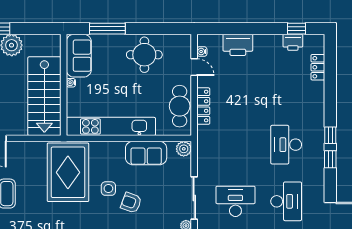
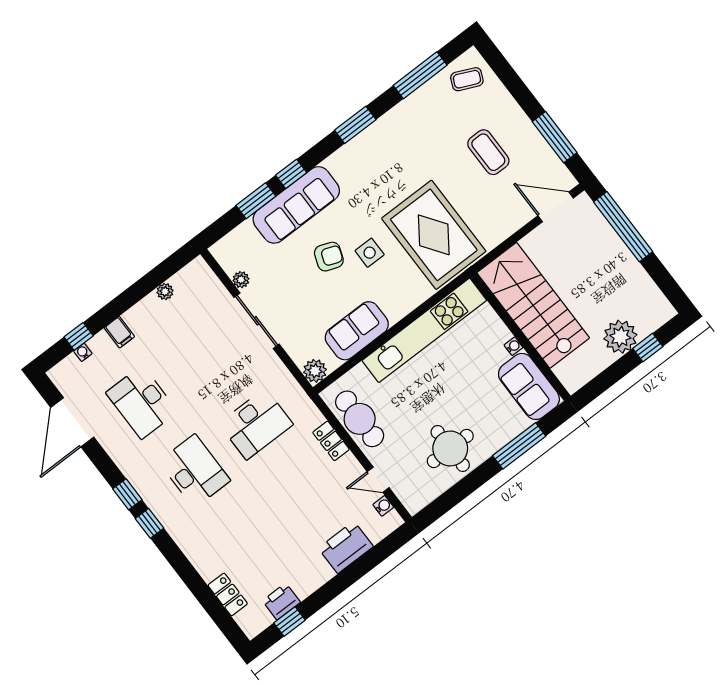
locker: (203, 106) -> (331, 441), width x0.66
desk: (235, 201) -> (256, 424), moved

